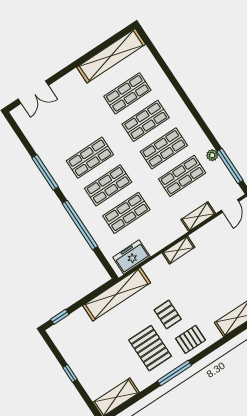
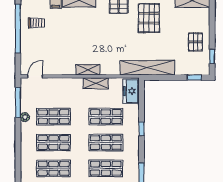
shelving: (198, 216) -> (96, 83), moved
window: (80, 225) -> (141, 129), width x0.32
freezer: (131, 257) -> (131, 91), moved, turned 90
pallet: (168, 314) -> (195, 42), moved
window: (70, 373) -> (212, 56), moved

